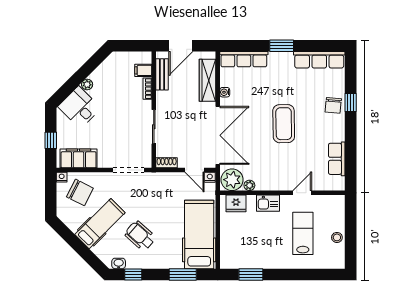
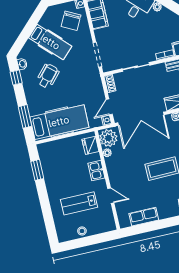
lab bench: (303, 233) -> (79, 203), turned 180

